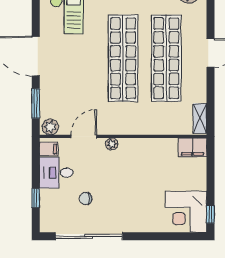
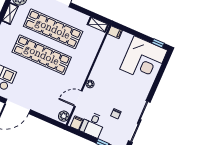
window: (36, 104) -> (46, 119), removed
door: (84, 136) -> (78, 99), hinge flipped
filing cabinet: (192, 147) -> (115, 32), width x0.50
corner desk: (186, 212) -> (144, 60), width x1.36, depth x1.36

